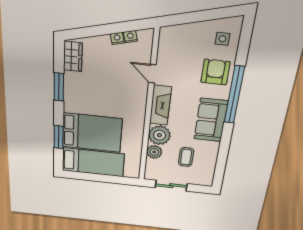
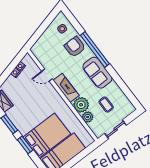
window: (59, 137) -> (25, 145), moved

